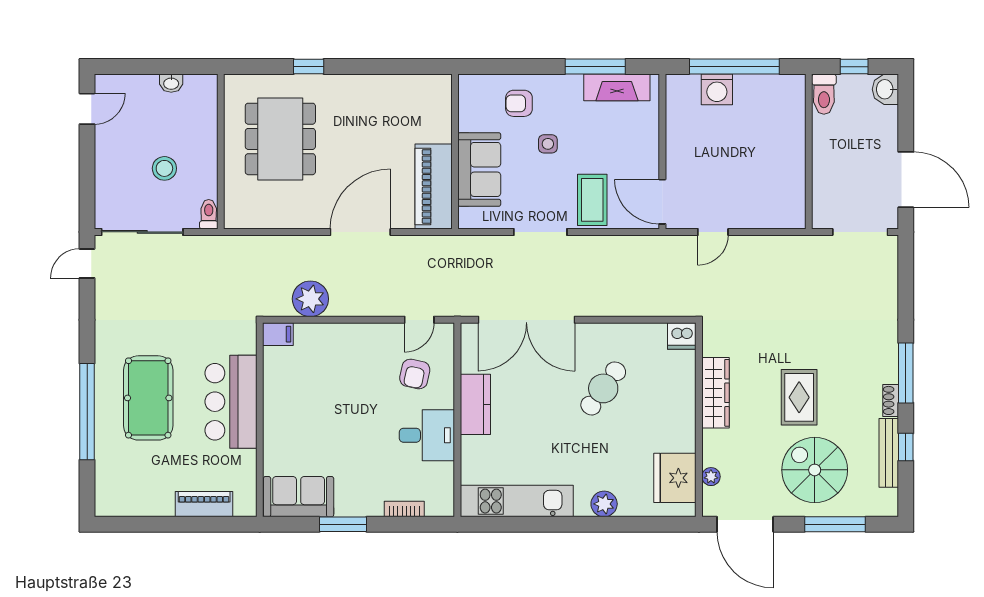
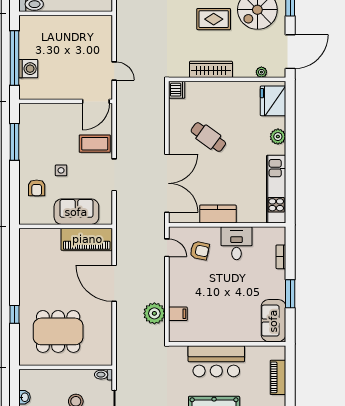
fireplace: (617, 87) -> (27, 129), removed
filing cabinet: (278, 334) -> (178, 314), moved, turned 90
fridge: (675, 478) -> (273, 101), moved, turned 90

